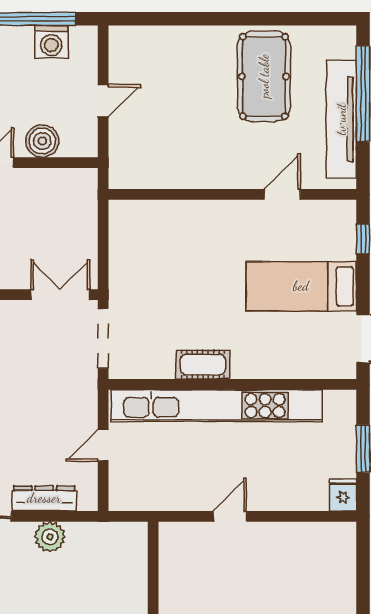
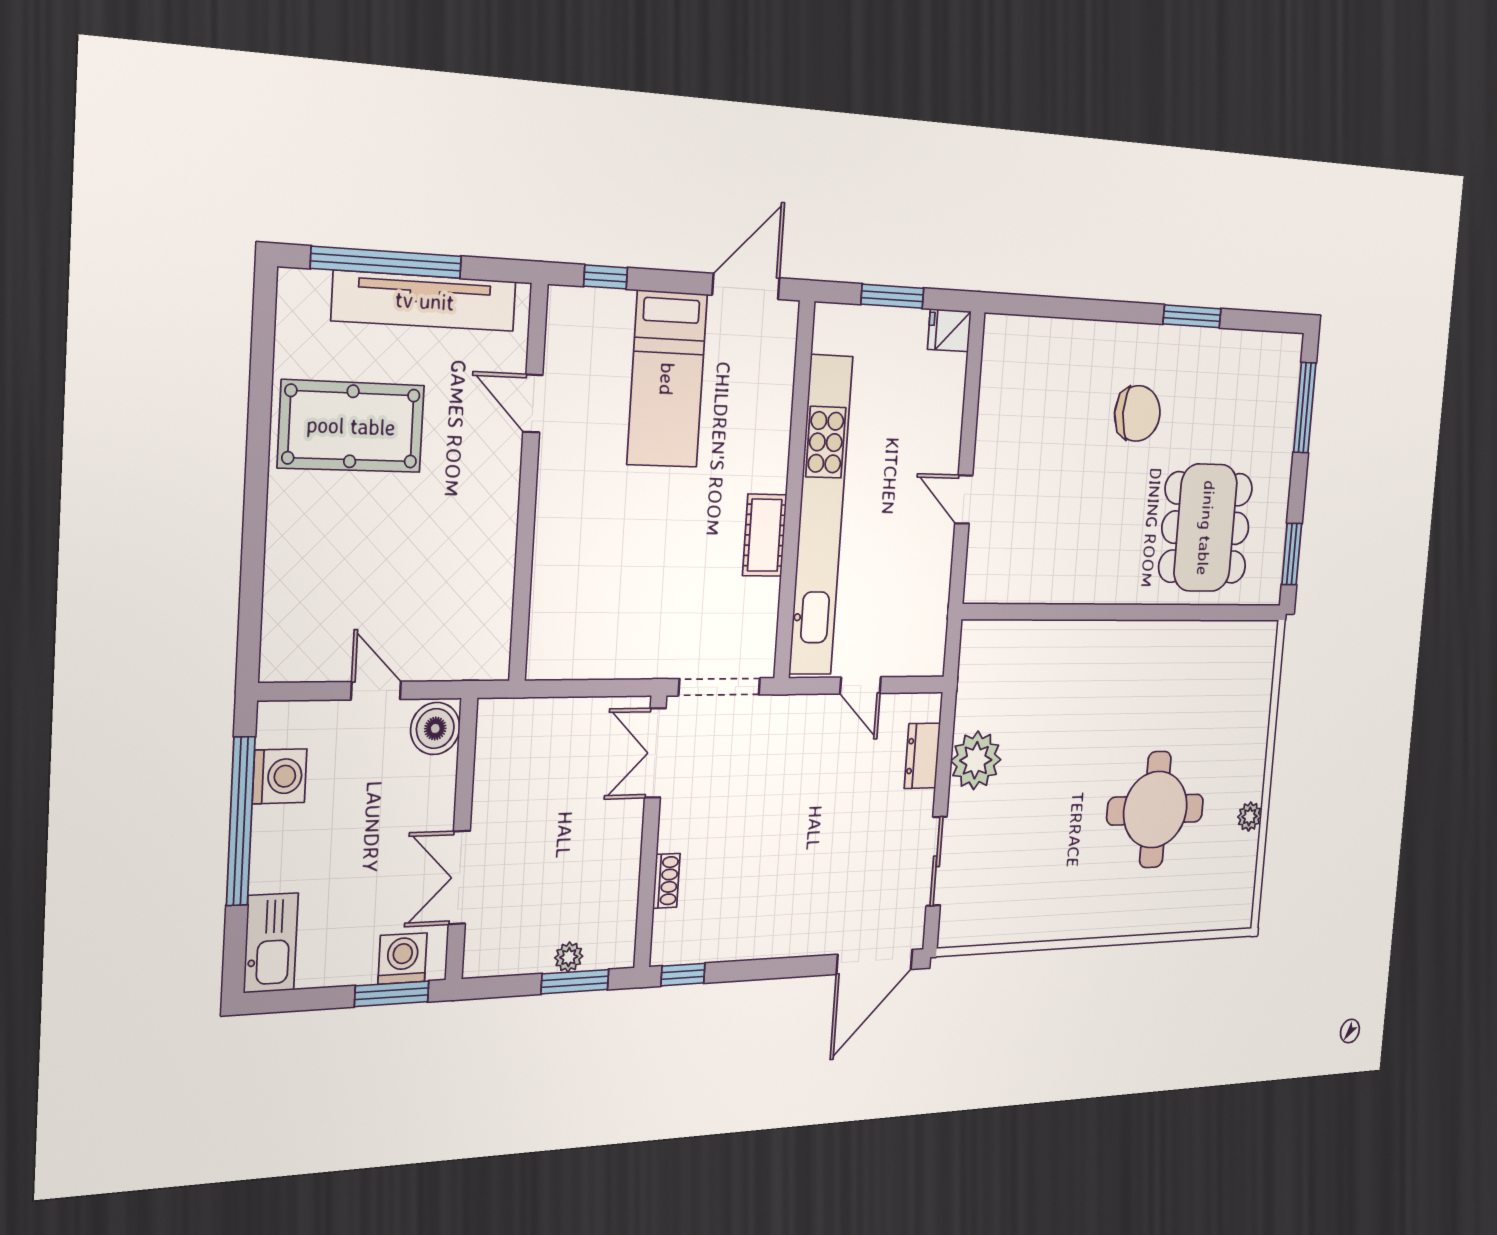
boiler: (42, 141) -> (435, 729), moved
dresser: (44, 498) -> (922, 756), width x0.70
plant: (50, 537) -> (976, 760), width x1.36, depth x1.36

